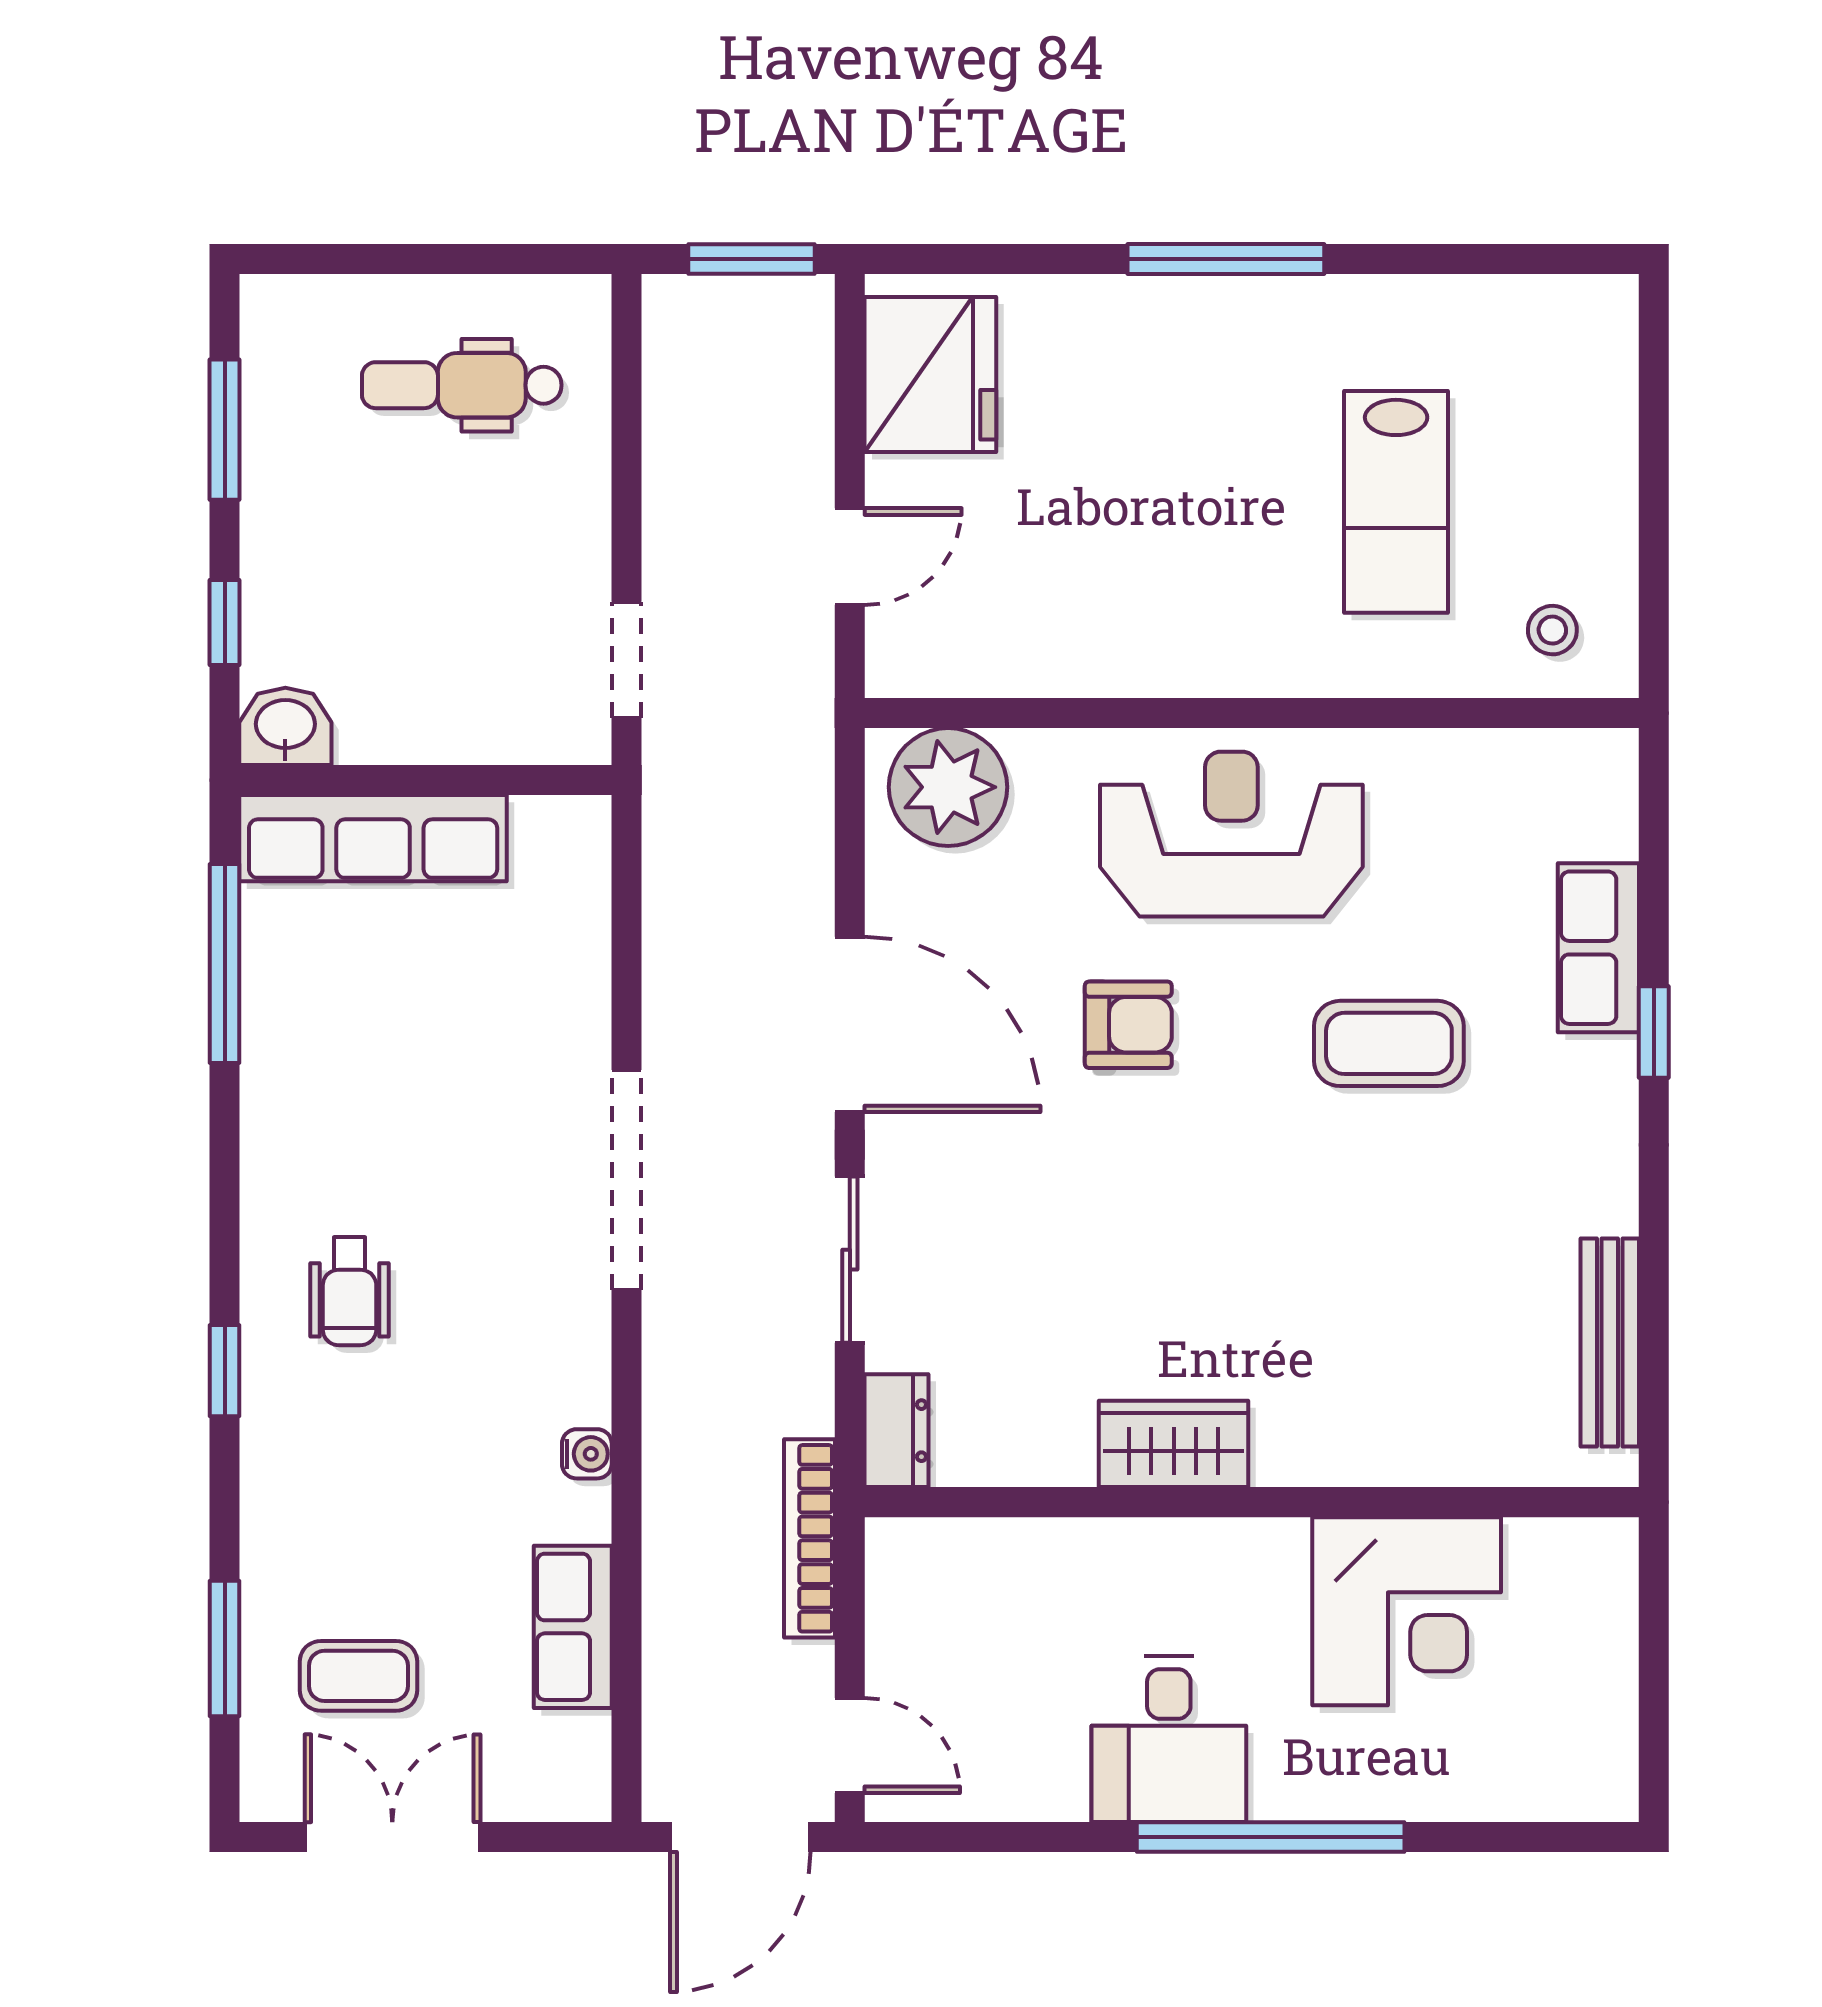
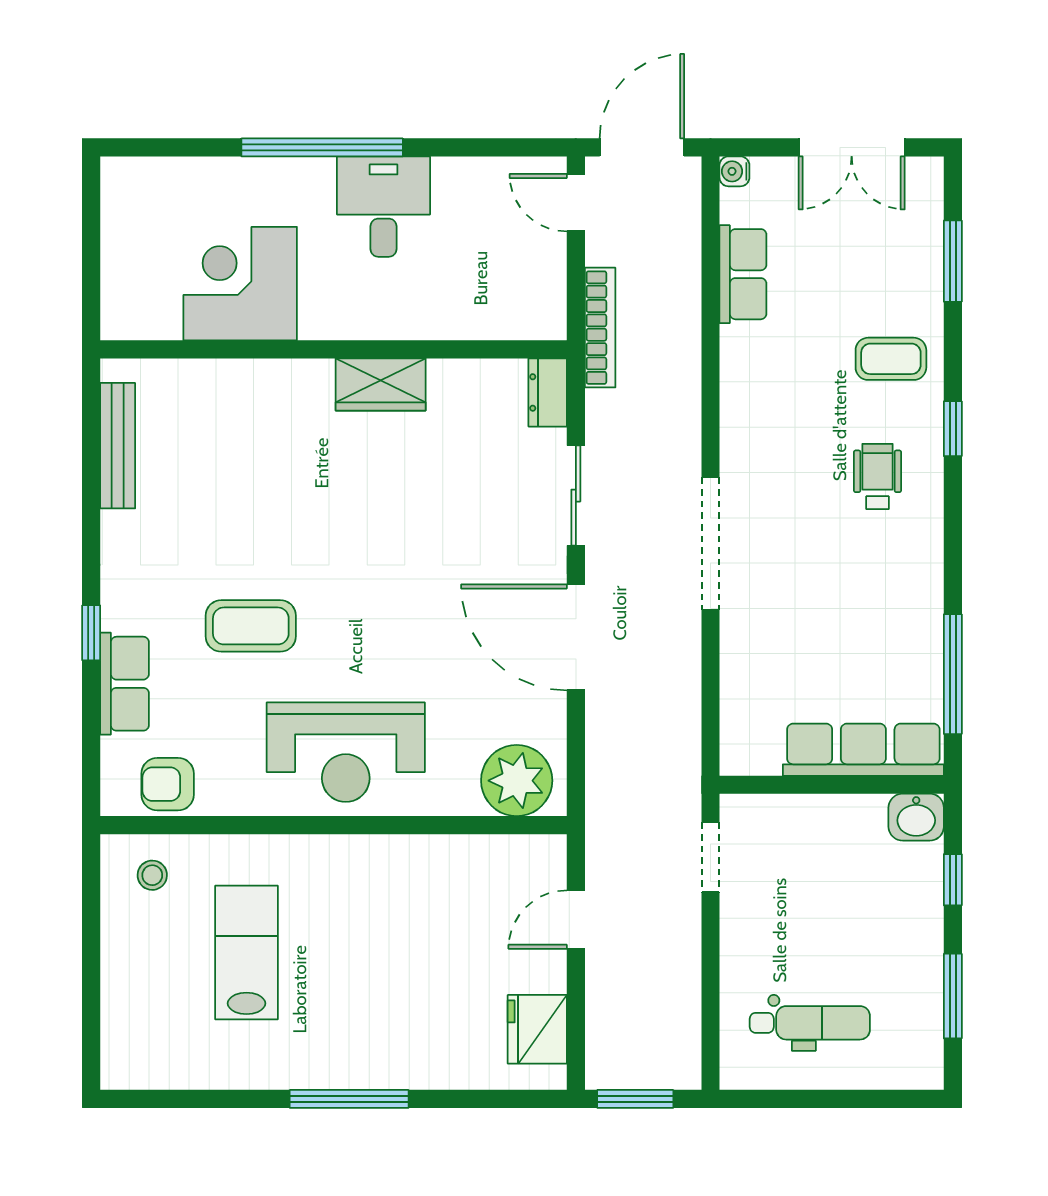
fridge: (930, 374) -> (537, 1029), width x0.73, depth x0.75
armchair: (1128, 1025) -> (168, 784), moved
water cooler: (587, 1454) -> (734, 171), moved
coffee table: (358, 1676) -> (891, 359), moved

